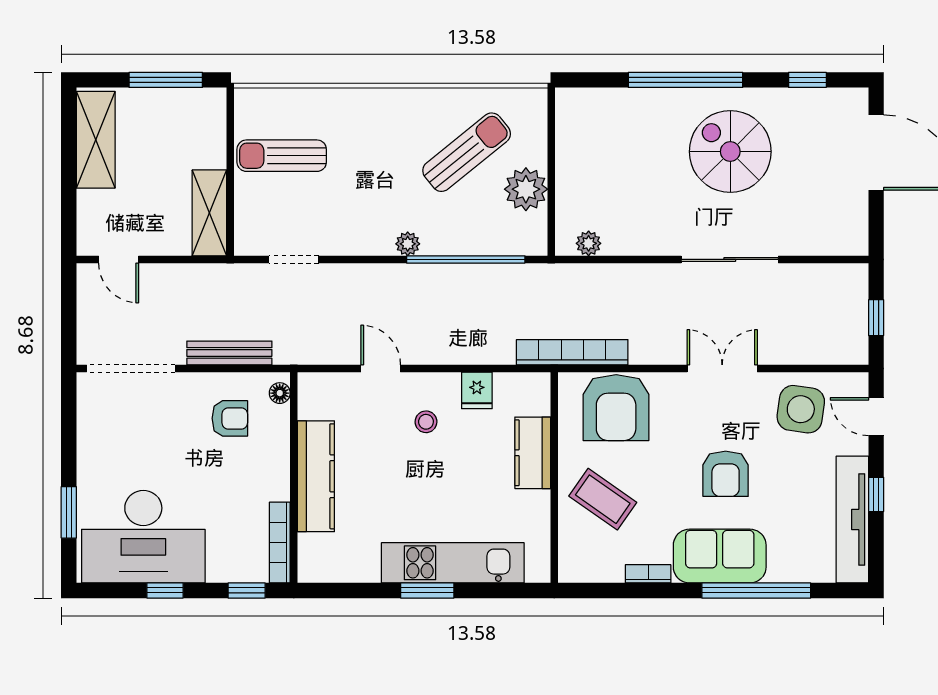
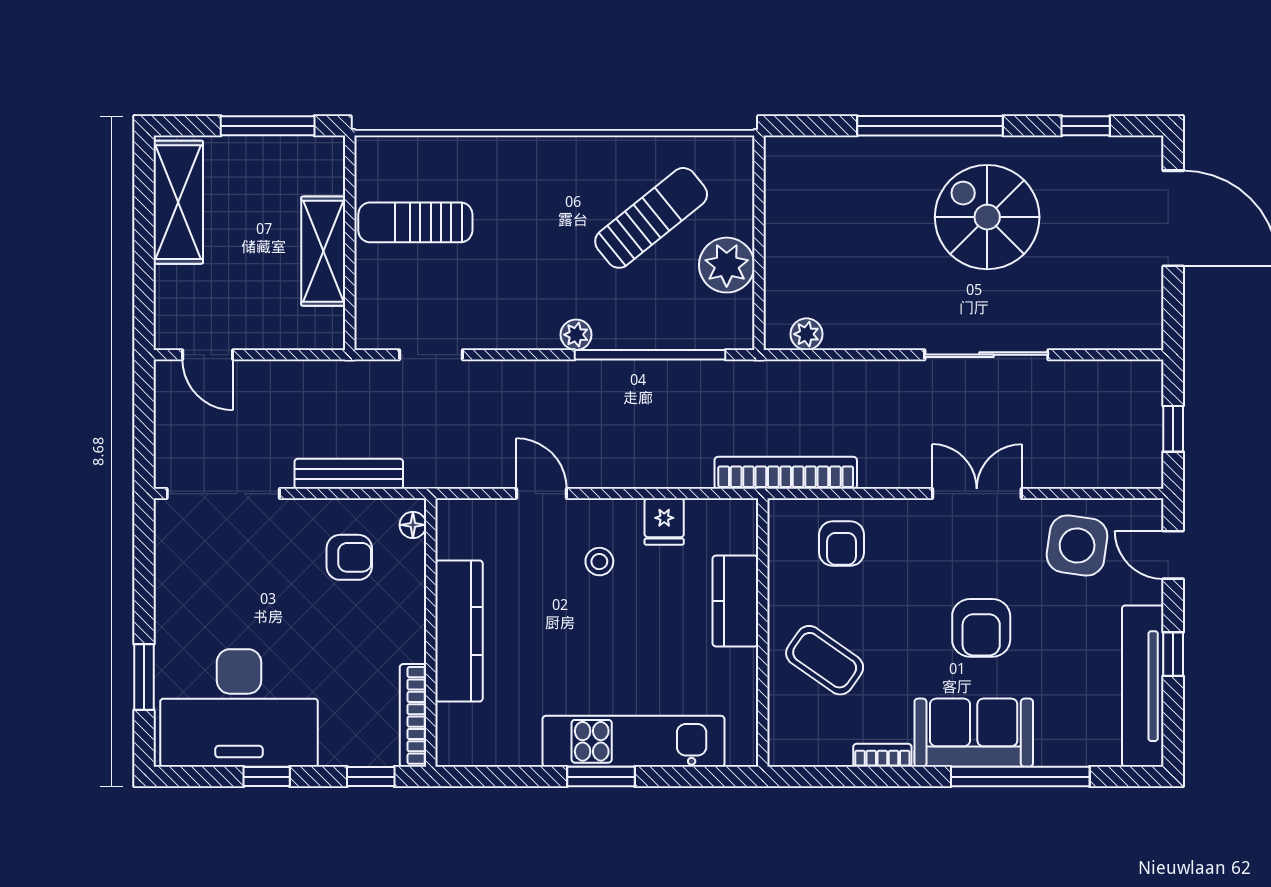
shelving: (209, 213) -> (323, 251), moved
armchair: (616, 408) -> (842, 544), width x0.53, depth x0.53

